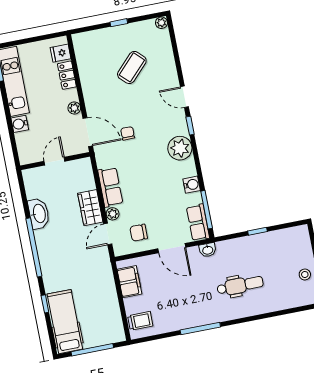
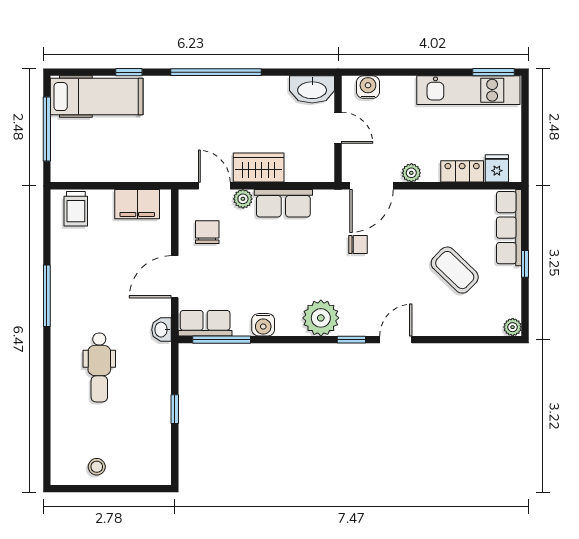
row of seats: (97, 38) -> (509, 228), added
water cooler: (20, 124) -> (368, 87), moved
washbasin: (39, 214) -> (312, 89), moved

